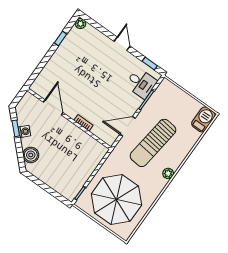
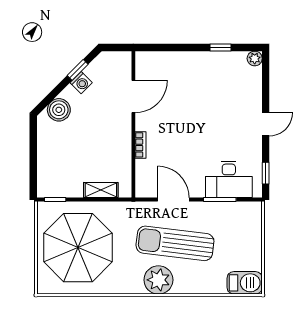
desk: (141, 83) -> (229, 179), width x1.37
shelving: (93, 163) -> (101, 190), added
plant: (168, 173) -> (158, 280), width x1.88, depth x1.88

